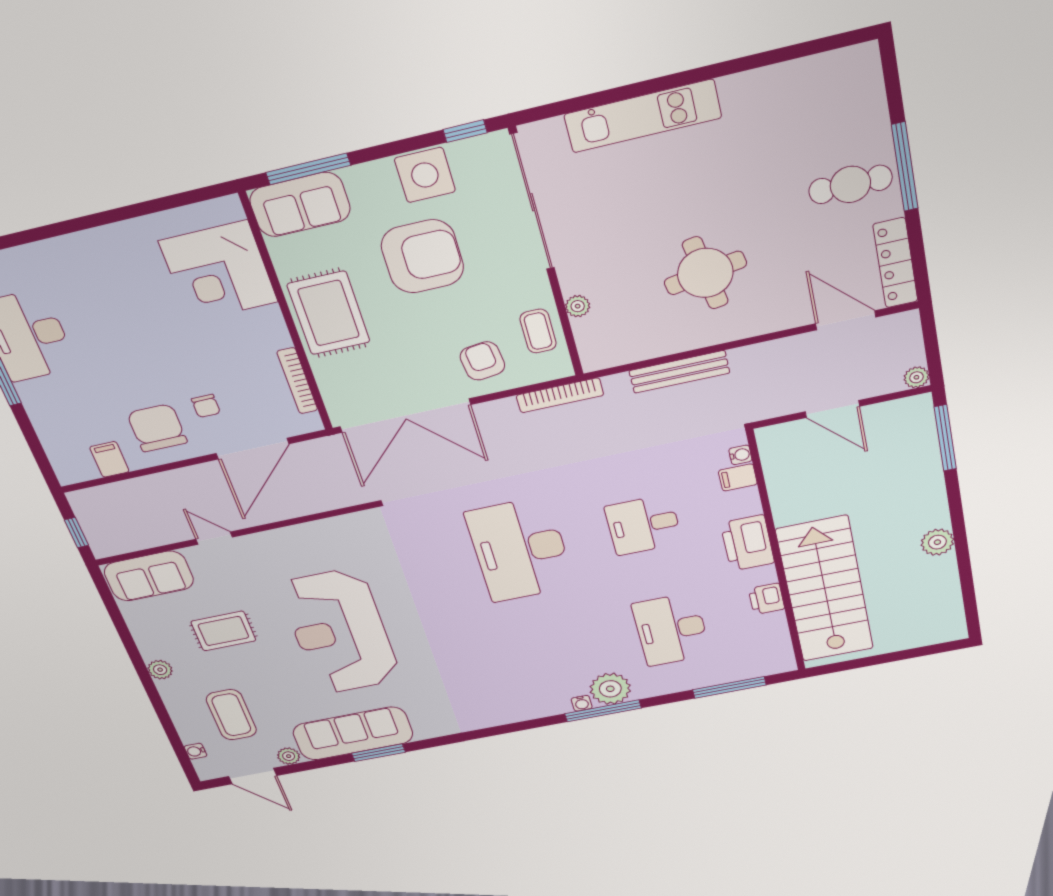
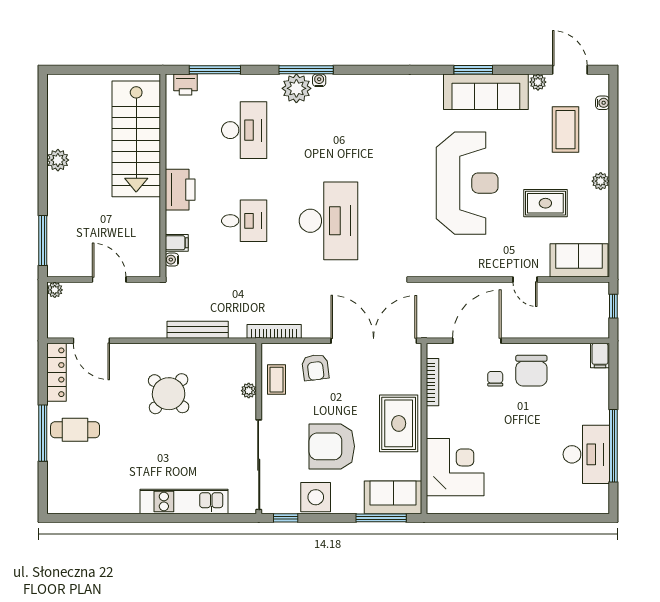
round table: (705, 273) -> (169, 394), turned -37
filing cabinet: (109, 459) -> (600, 356), moved
printer: (767, 599) -> (185, 84), moved, turned 90

